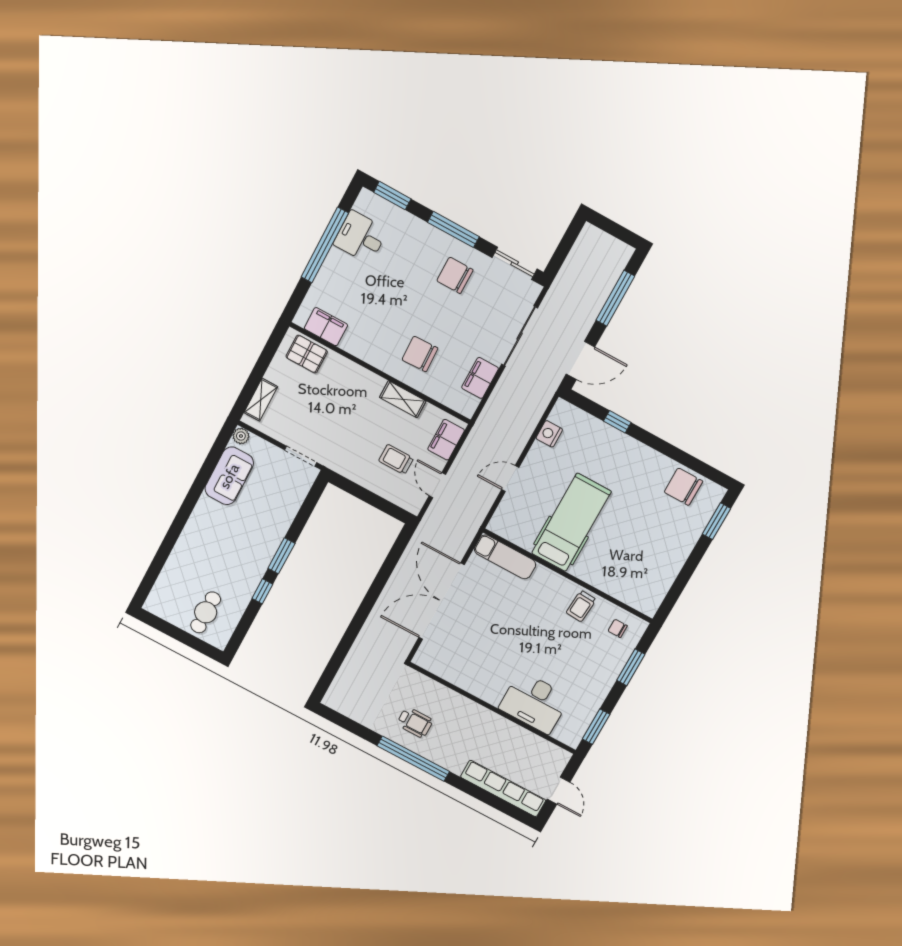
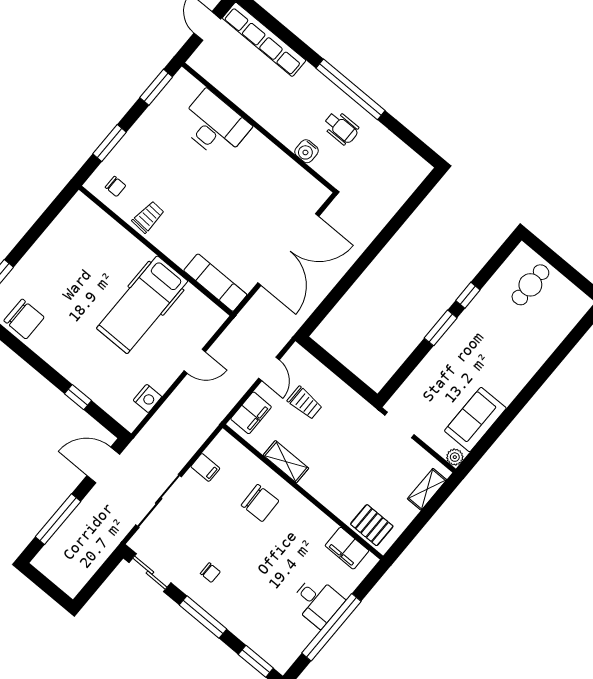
desk: (361, 237) -> (317, 601), moved
chair: (455, 275) -> (210, 573), width x0.54, depth x0.54
filing cabinet: (480, 378) -> (205, 467), width x0.50
water cooler: (443, 695) -> (306, 151), added
wheelchair: (415, 722) -> (341, 128), turned 180

